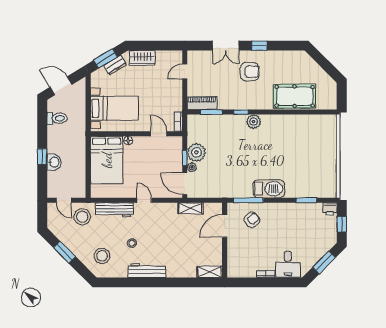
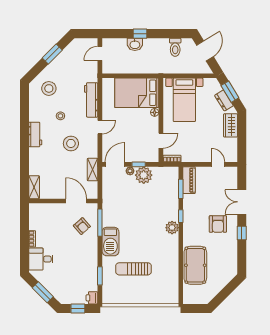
sun lounger: (299, 164) -> (133, 269), added
stool: (82, 217) -> (71, 143), moved
workbench: (147, 271) -> (35, 134), width x0.73

